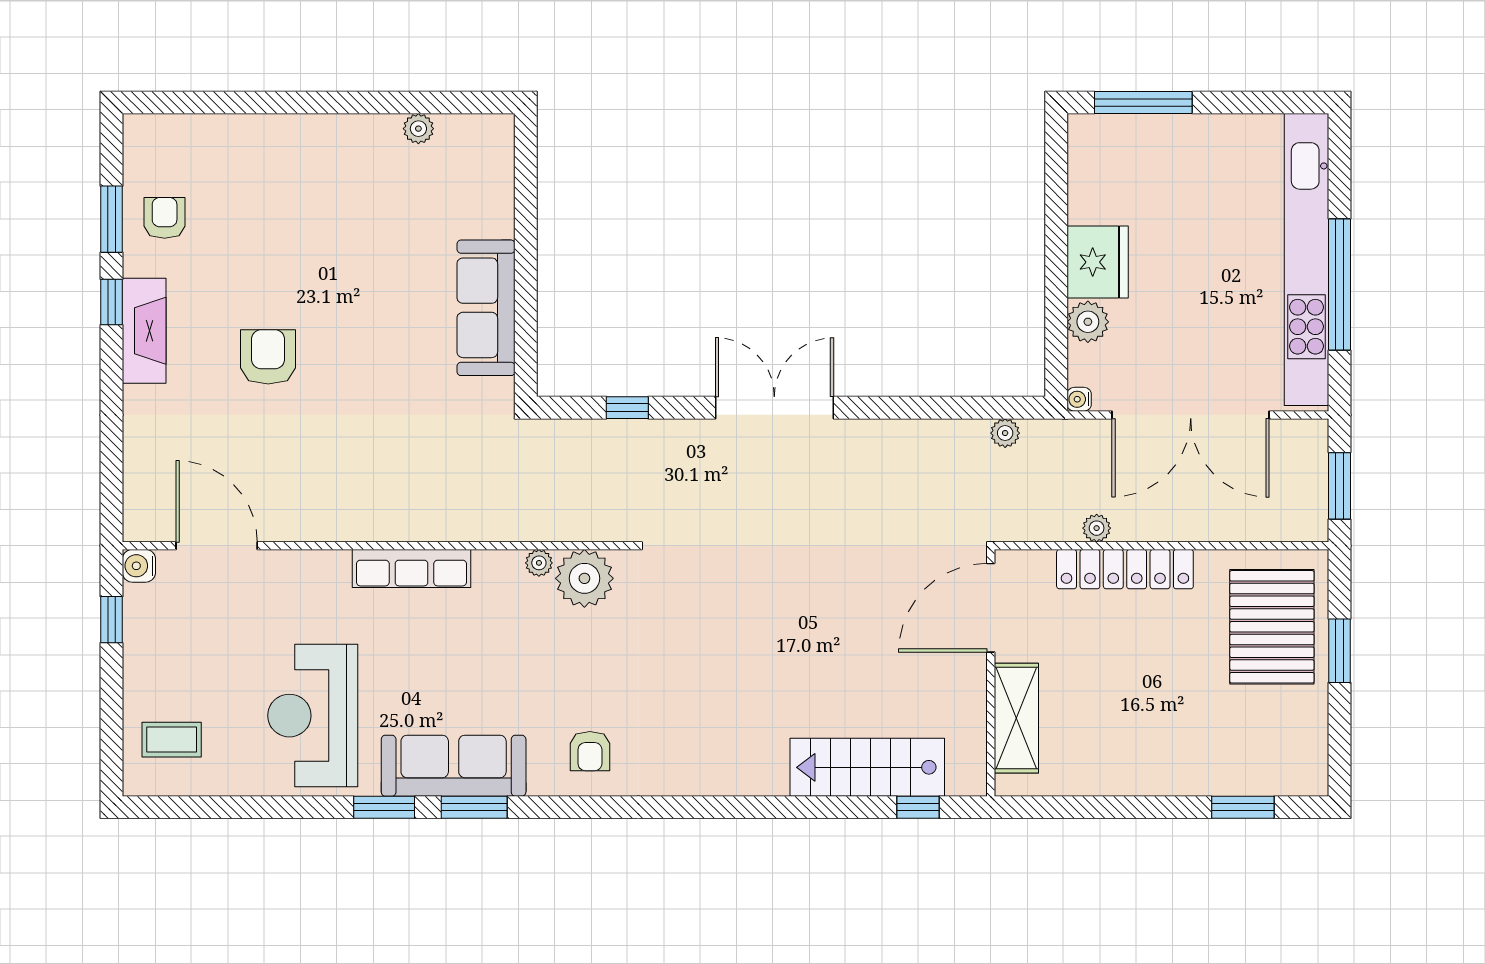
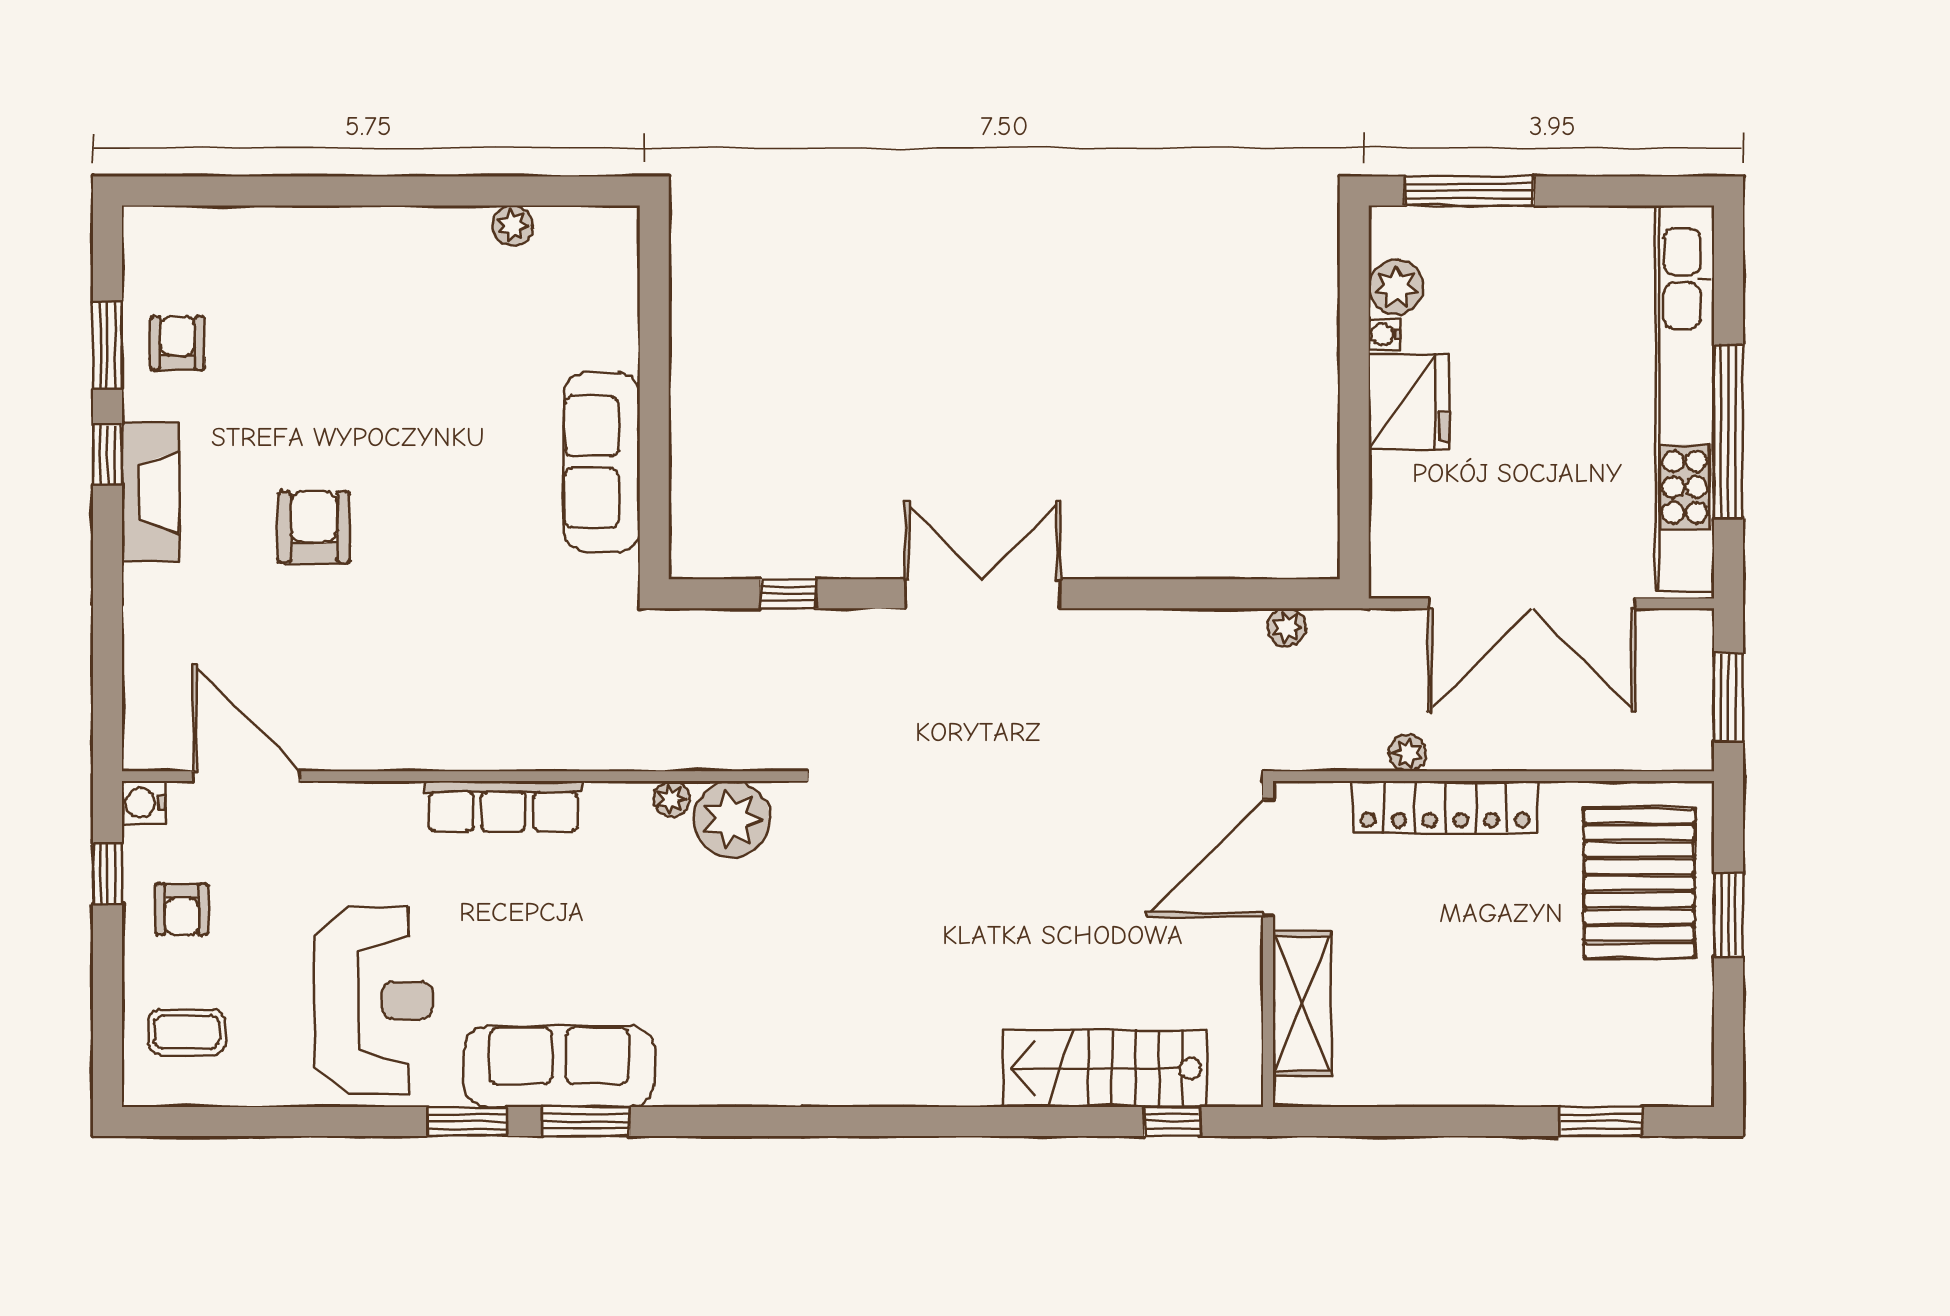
plant: (1088, 322) -> (1396, 287), moved
water cooler: (1079, 399) -> (1385, 334), moved
reception desk: (313, 716) -> (373, 1000), turned 180
armchair: (590, 751) -> (182, 909), moved

